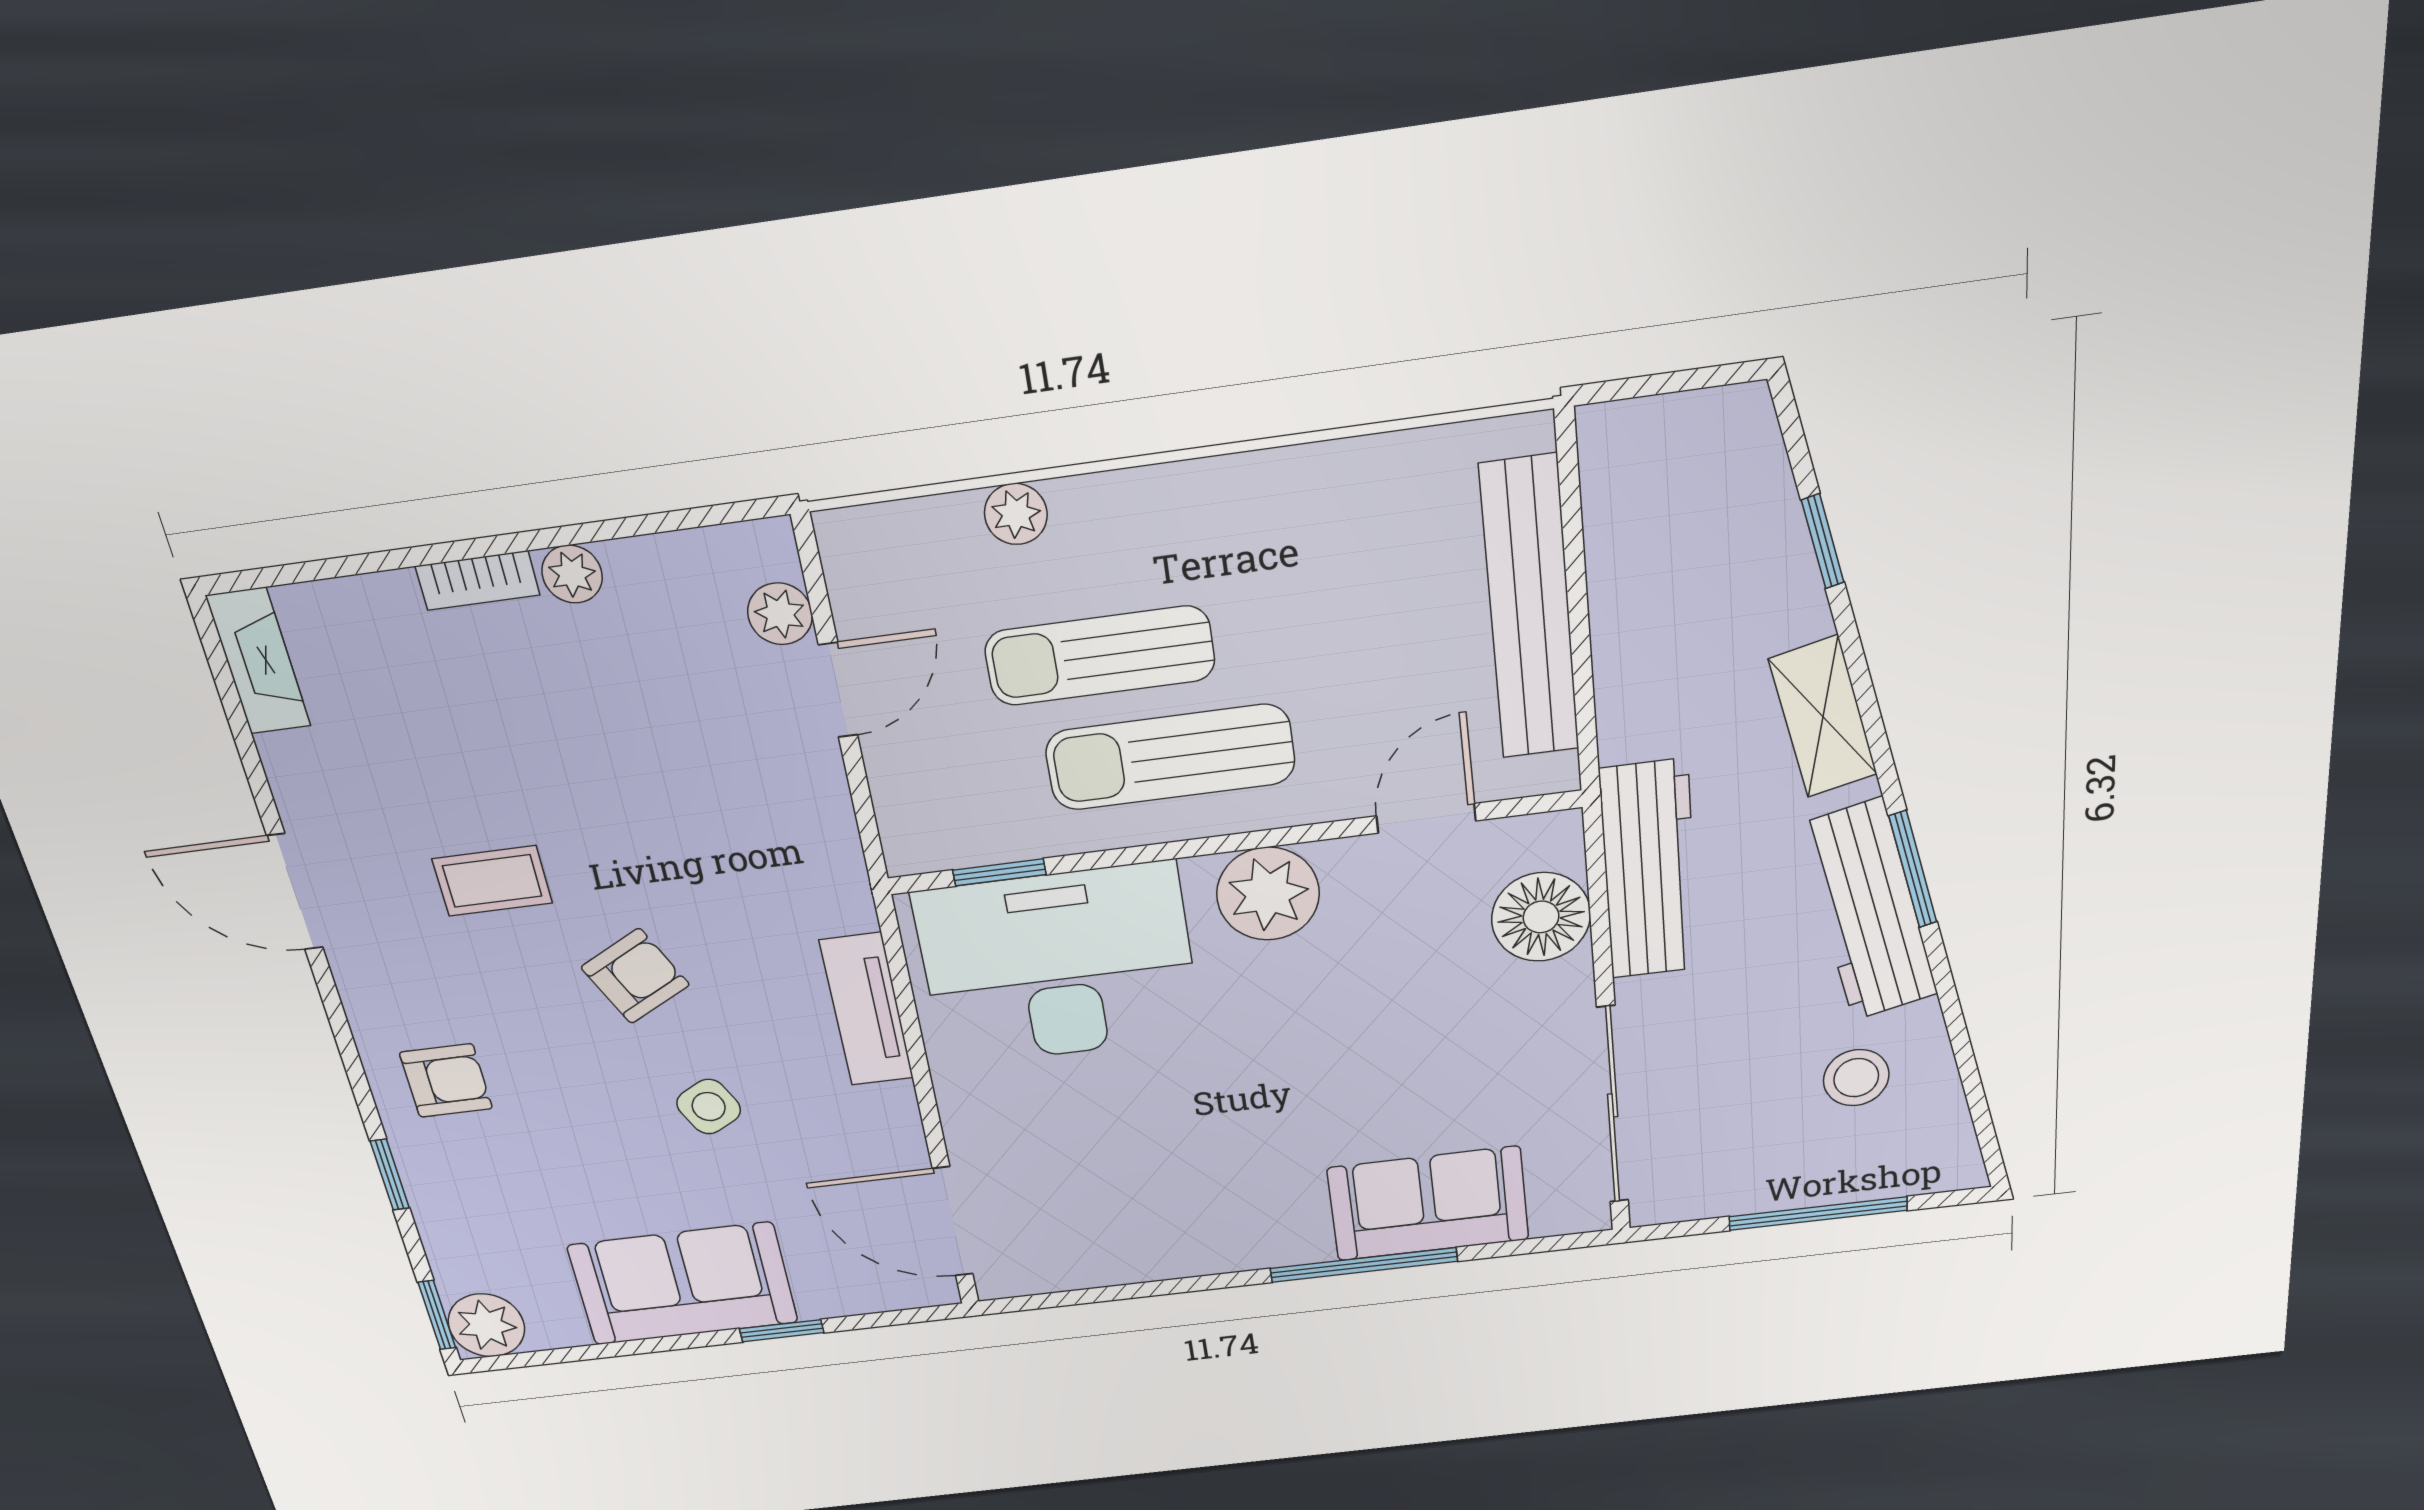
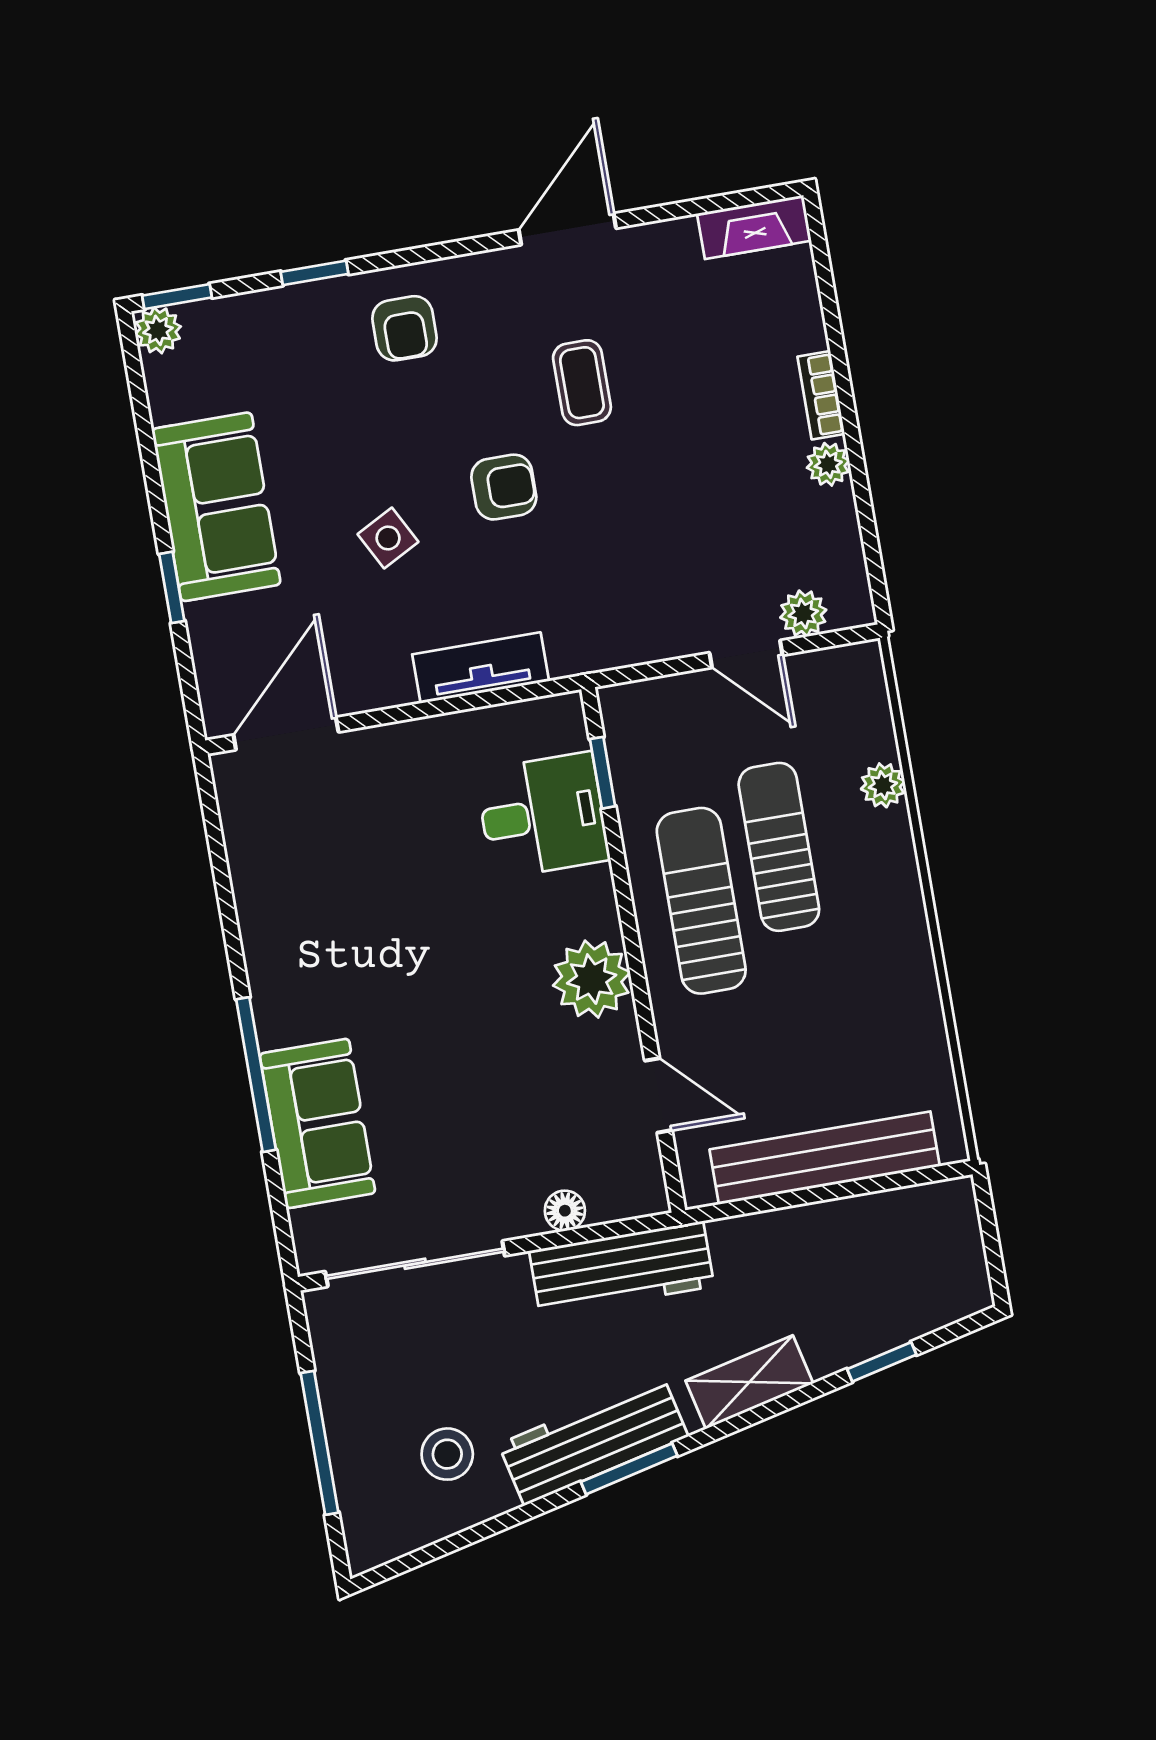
floor lamp: (1541, 917) -> (565, 1211), width x0.53, depth x0.53
desk: (1058, 965) -> (542, 815), width x0.53, depth x0.77
armchair: (635, 976) -> (504, 487), turned -63
plant: (486, 1325) -> (158, 330), width x0.73, depth x0.73

